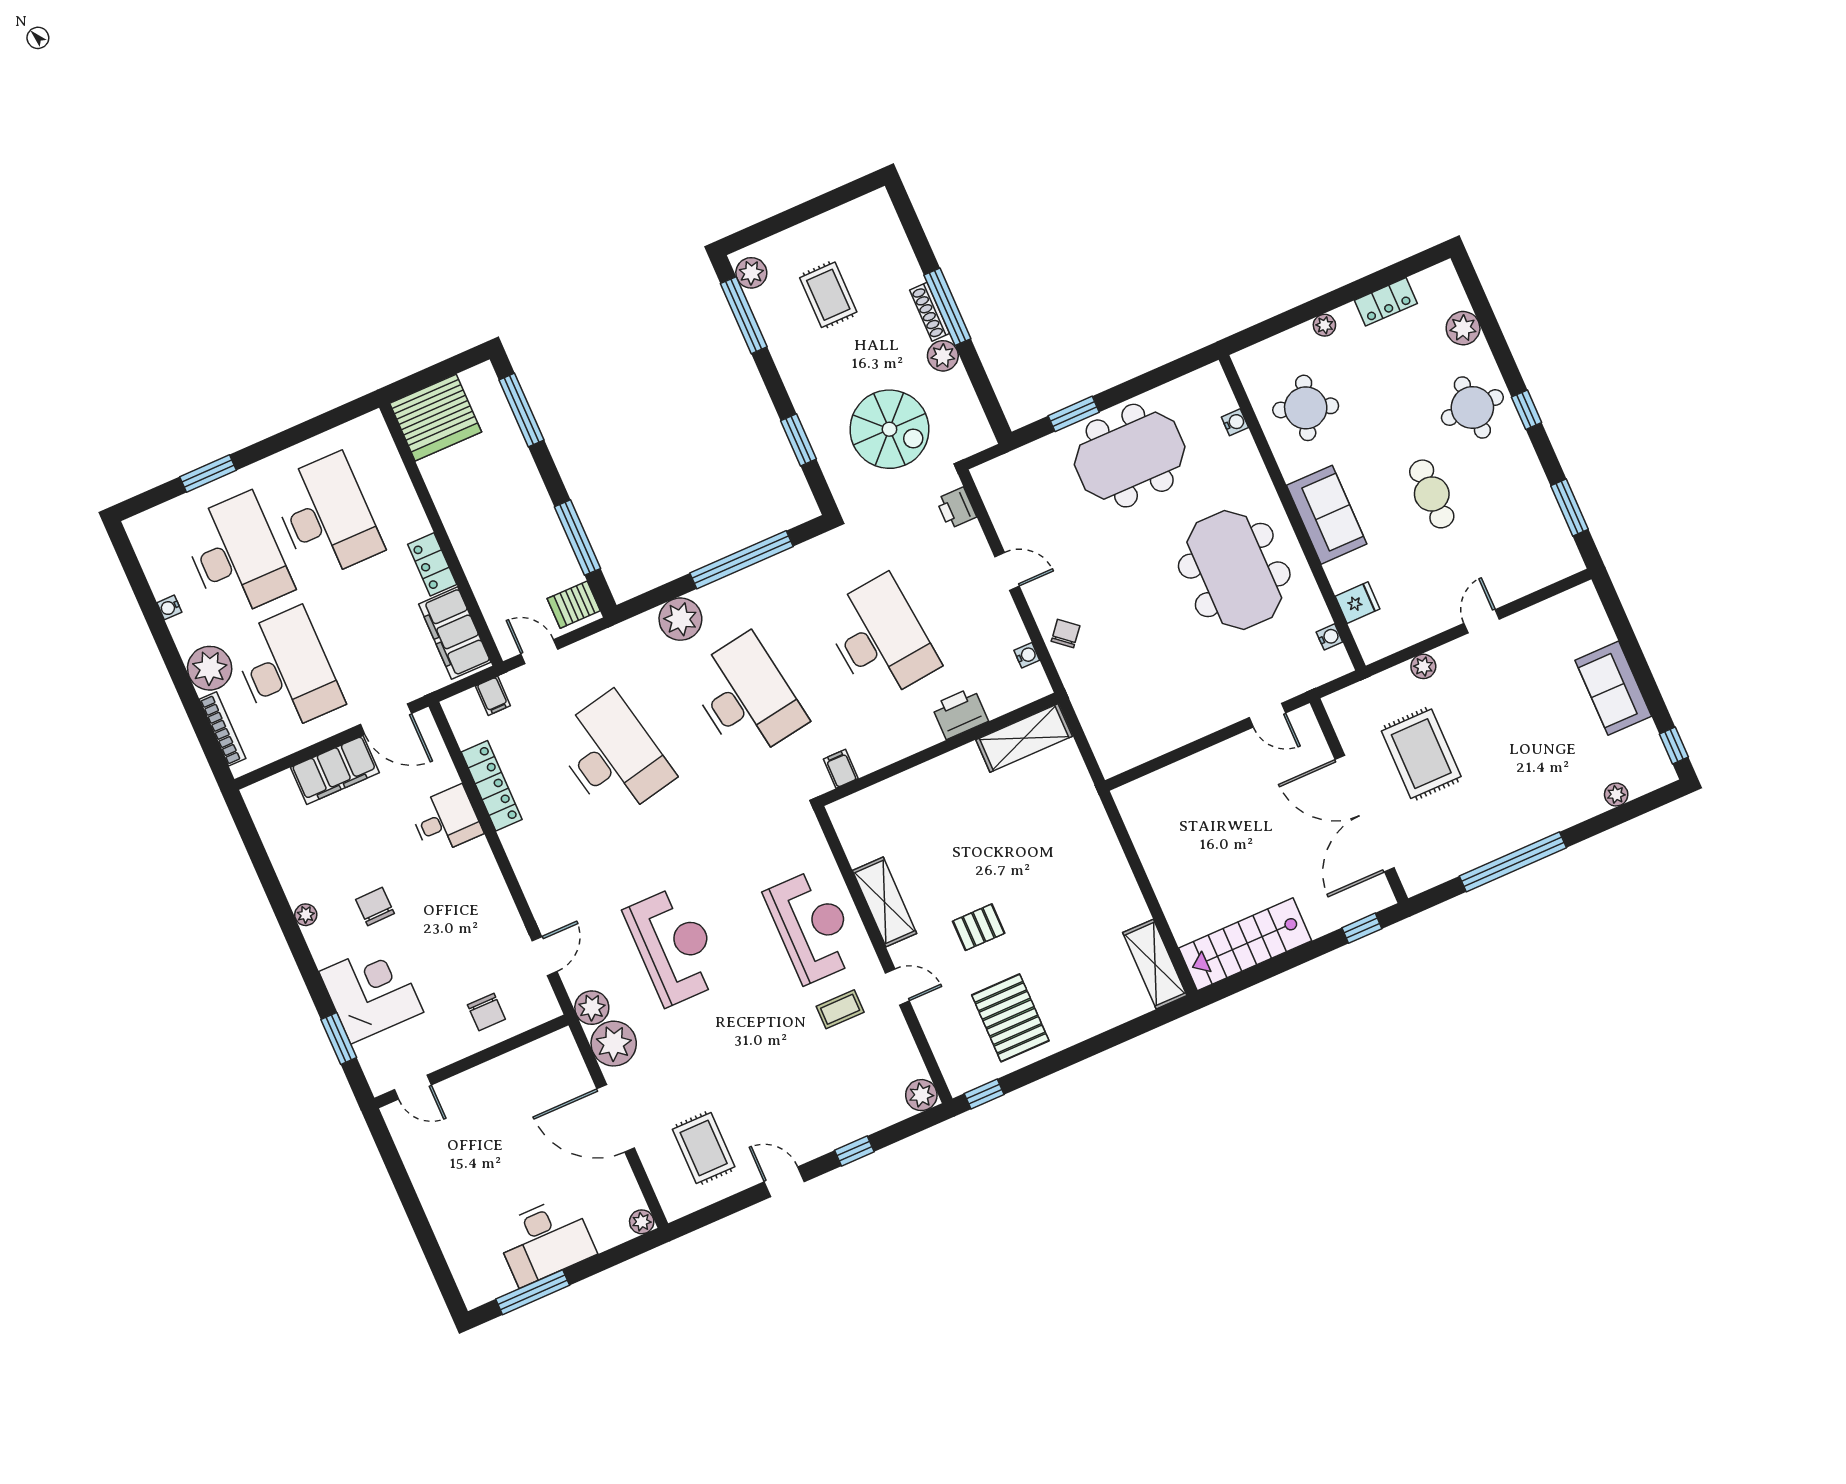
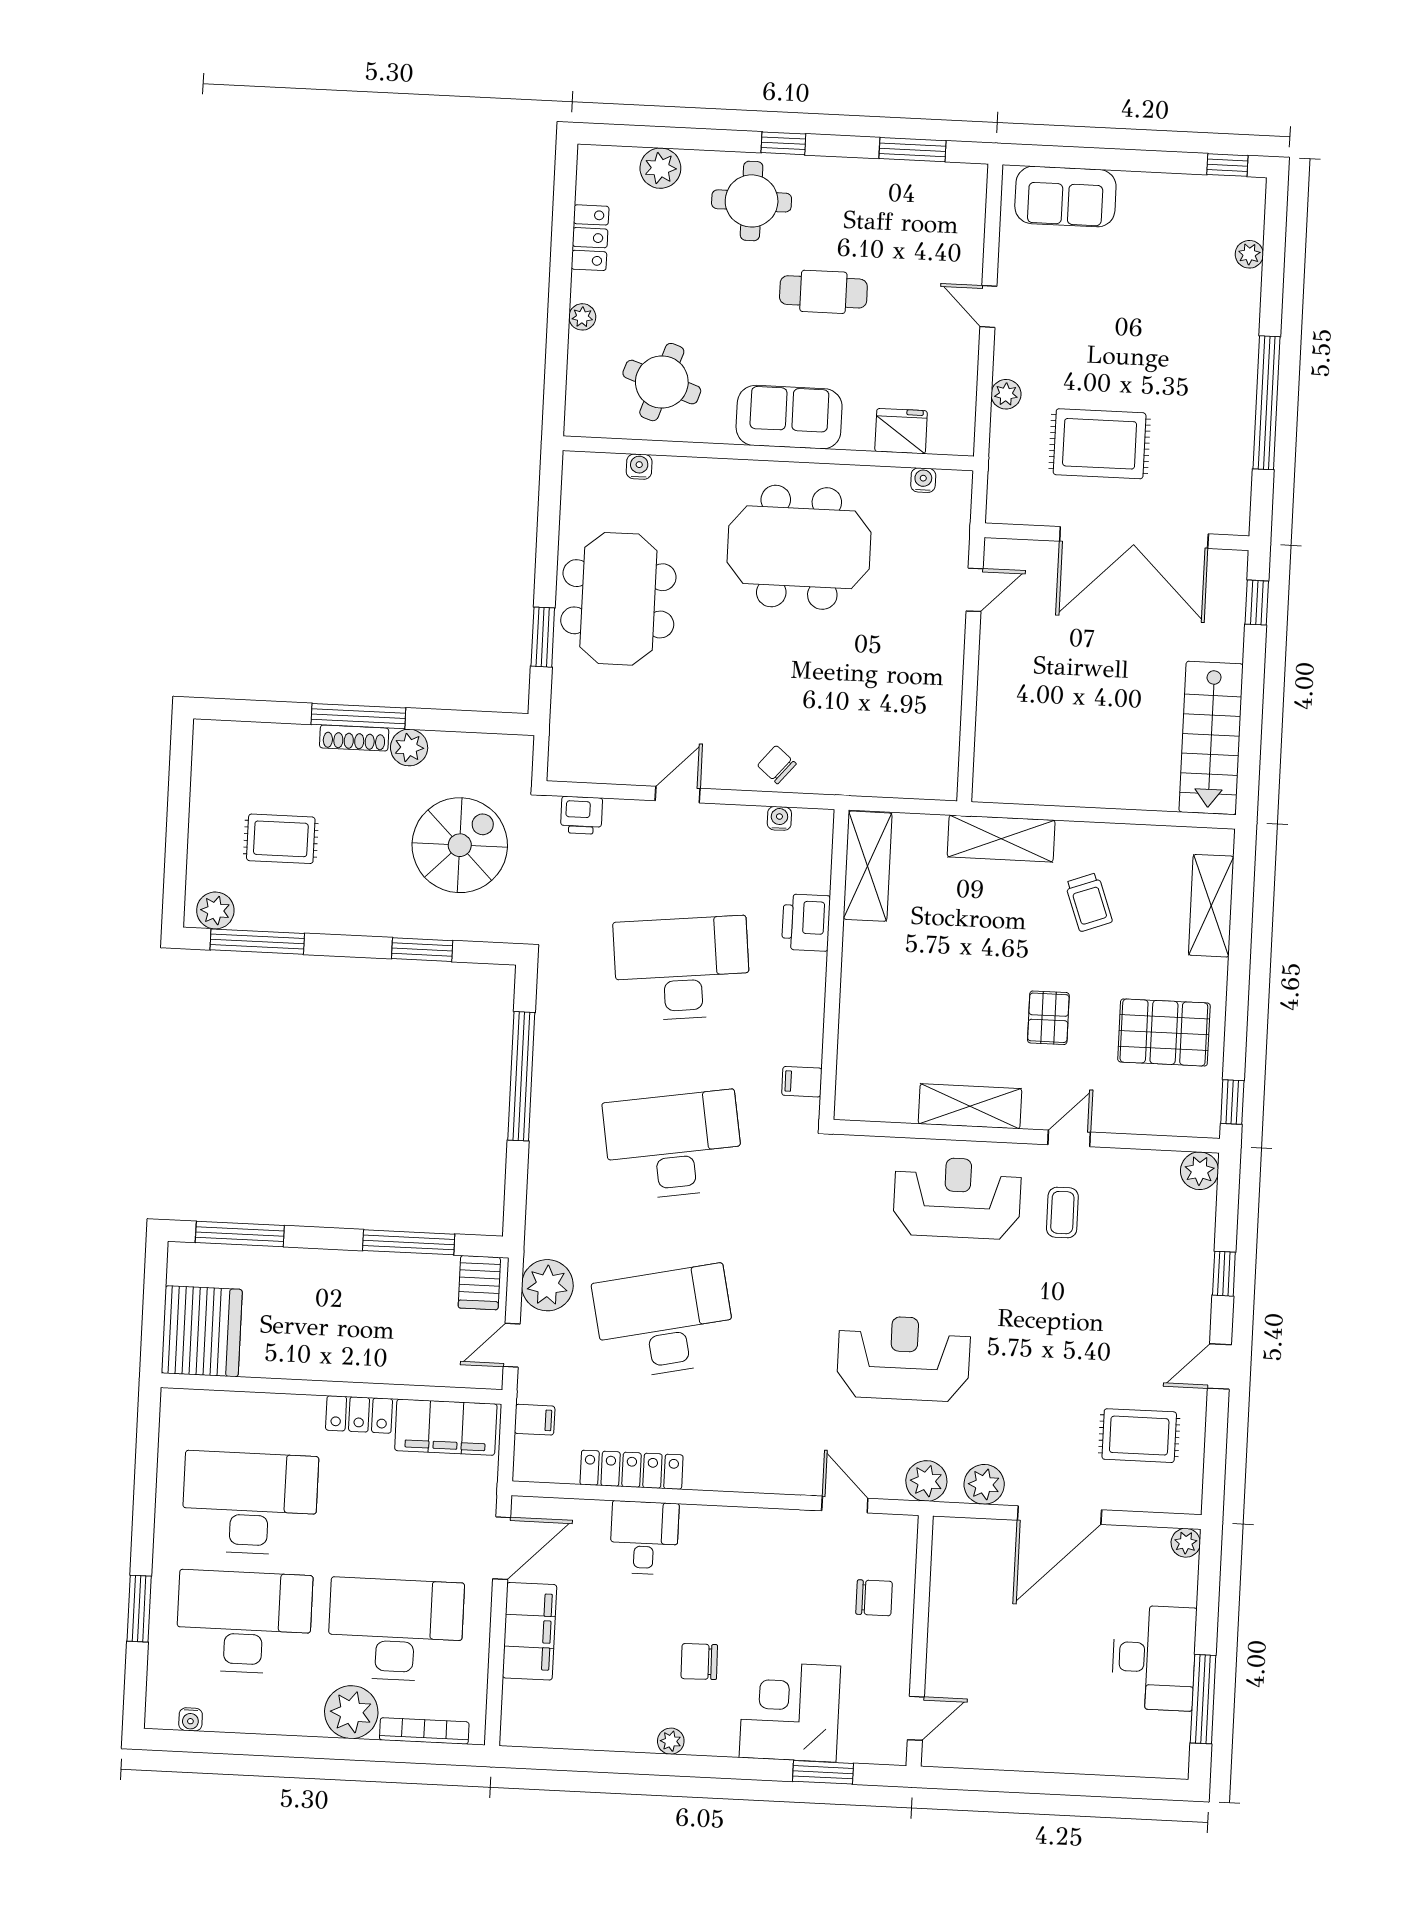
fridge: (1358, 603) -> (901, 431), width x1.38
water cooler: (169, 607) -> (191, 1719), moved
plant: (680, 619) -> (547, 1285), moved
sofa: (1613, 688) -> (1065, 197), moved
shelving: (1094, 826) -> (1001, 839), added
trolley: (1079, 914) -> (1089, 902), added
shelving: (1155, 964) -> (1211, 906), moved, turned 90
plant: (614, 1044) -> (984, 1484), width x0.73, depth x0.73

